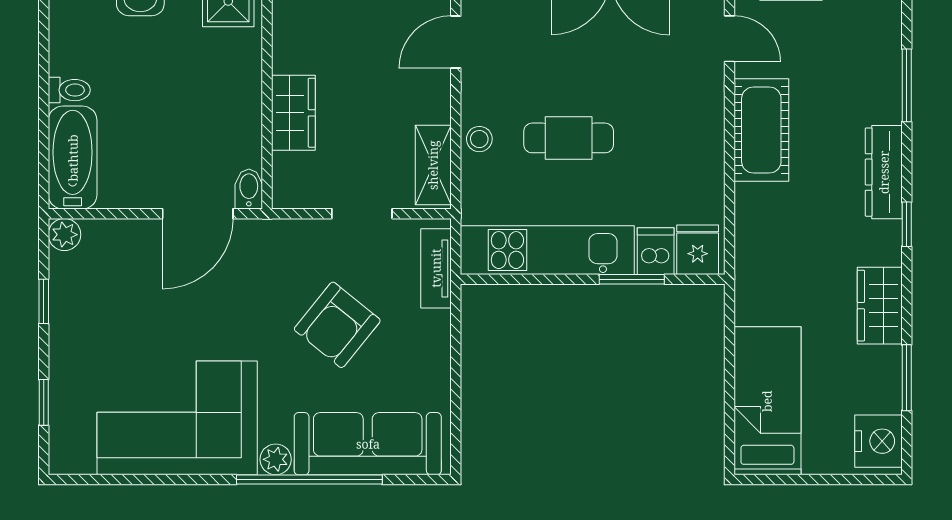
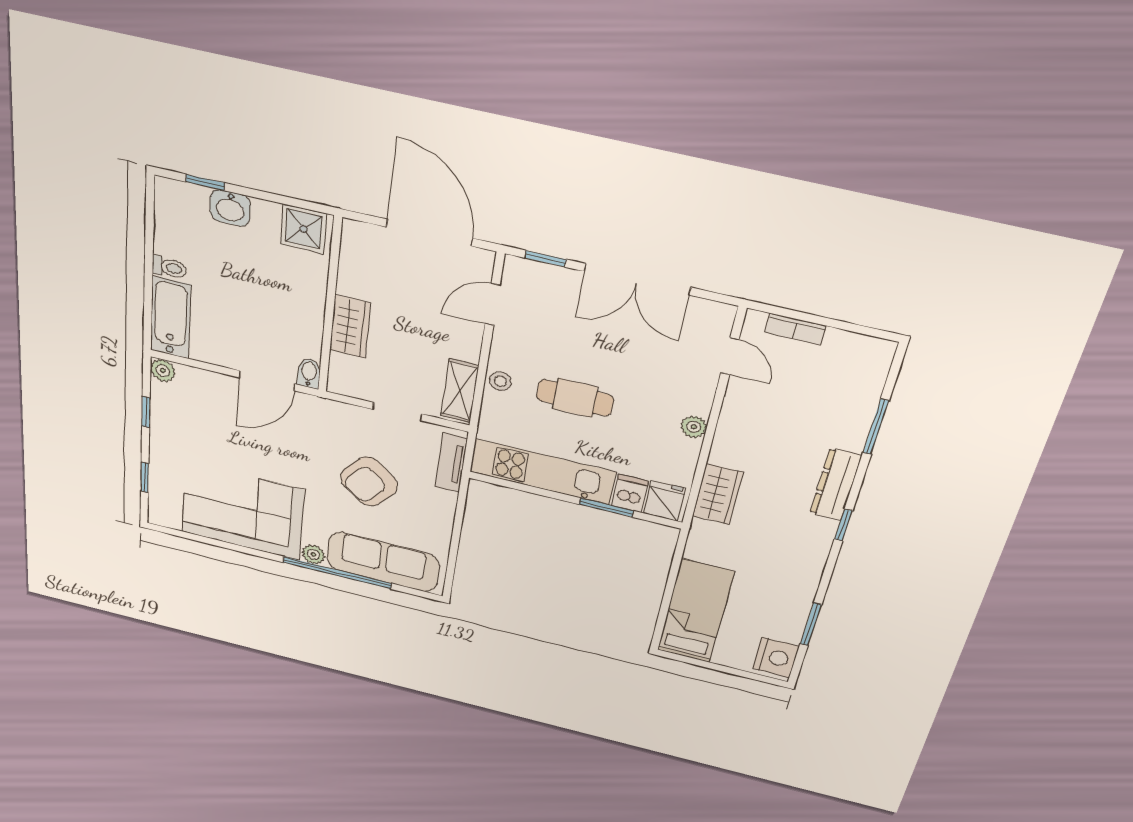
cot: (761, 130) -> (740, 430), removed
plant: (710, 140) -> (694, 427), added
wardrobe: (880, 306) -> (718, 494), moved, turned 180

